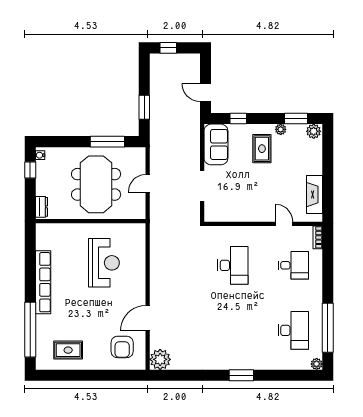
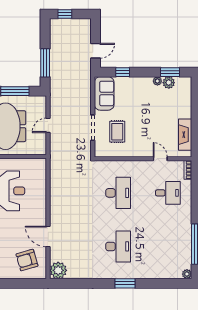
door: (205, 93) -> (96, 51), swing flipped
window: (144, 107) -> (45, 63), width x1.44
plant: (314, 131) -> (169, 83), moved
rug: (262, 149) -> (117, 132), moved
door: (148, 318) -> (48, 236), hinge flipped
desk: (293, 330) -> (118, 246), moved
armchair: (122, 347) -> (27, 260), turned 74

